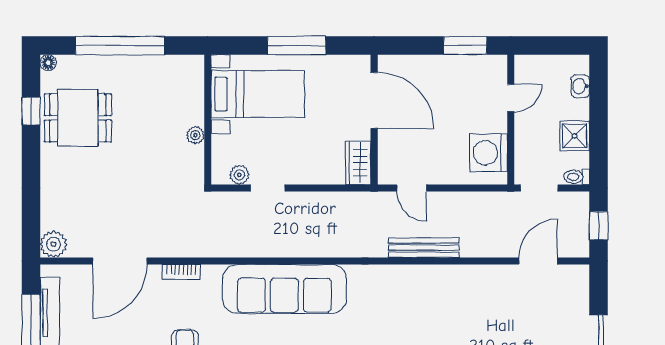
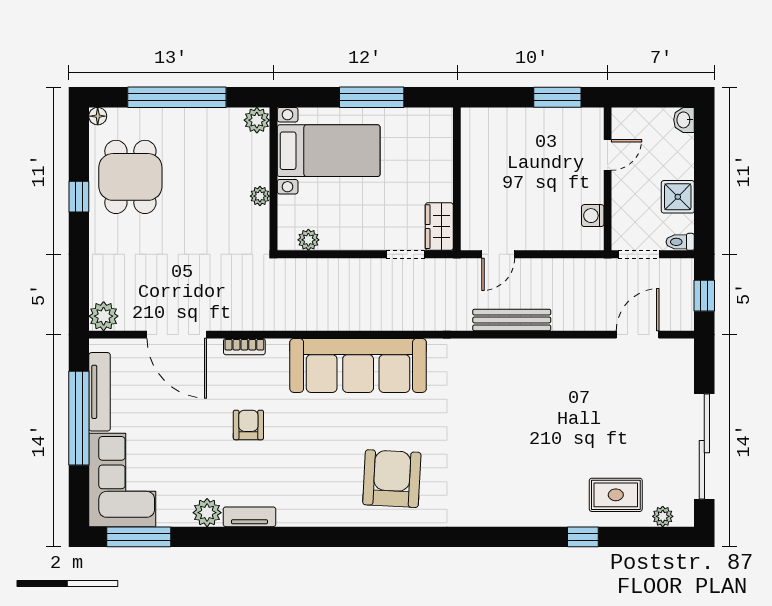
plant: (193, 66) -> (257, 120), added
washbasin: (580, 86) -> (684, 120), moved
door: (374, 100) -> (457, 158), removed
window: (31, 111) -> (79, 197), moved
dining table: (78, 118) -> (130, 177), turned 90
washing machine: (488, 153) -> (593, 216), width x0.53, depth x0.53
doorway: (268, 188) -> (405, 254), moved
door: (412, 188) -> (498, 254), hinge flipped
door: (120, 261) -> (177, 335), hinge flipped

